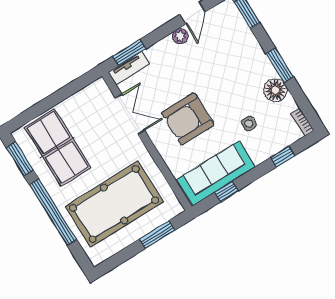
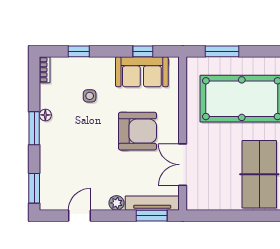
plant: (180, 36) -> (116, 203), moved
tv unit: (129, 68) -> (152, 203), width x1.41
floor lamp: (275, 90) -> (45, 115), width x0.53, depth x0.53
sofa: (216, 173) -> (142, 72), width x0.73

